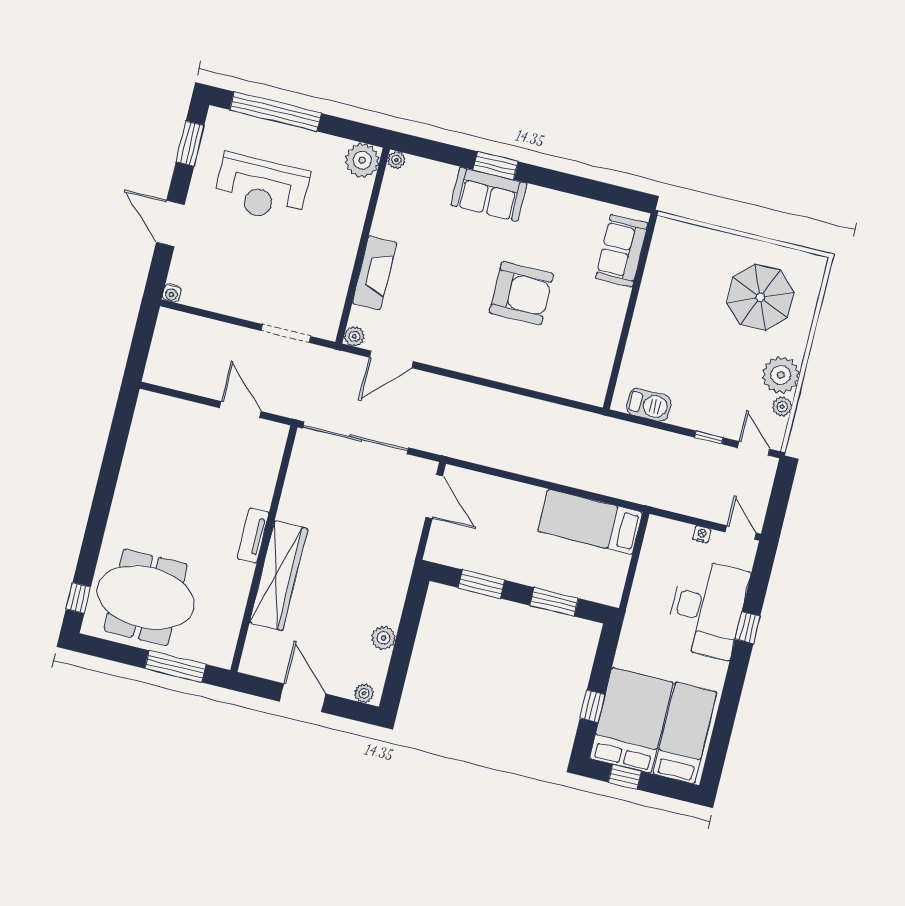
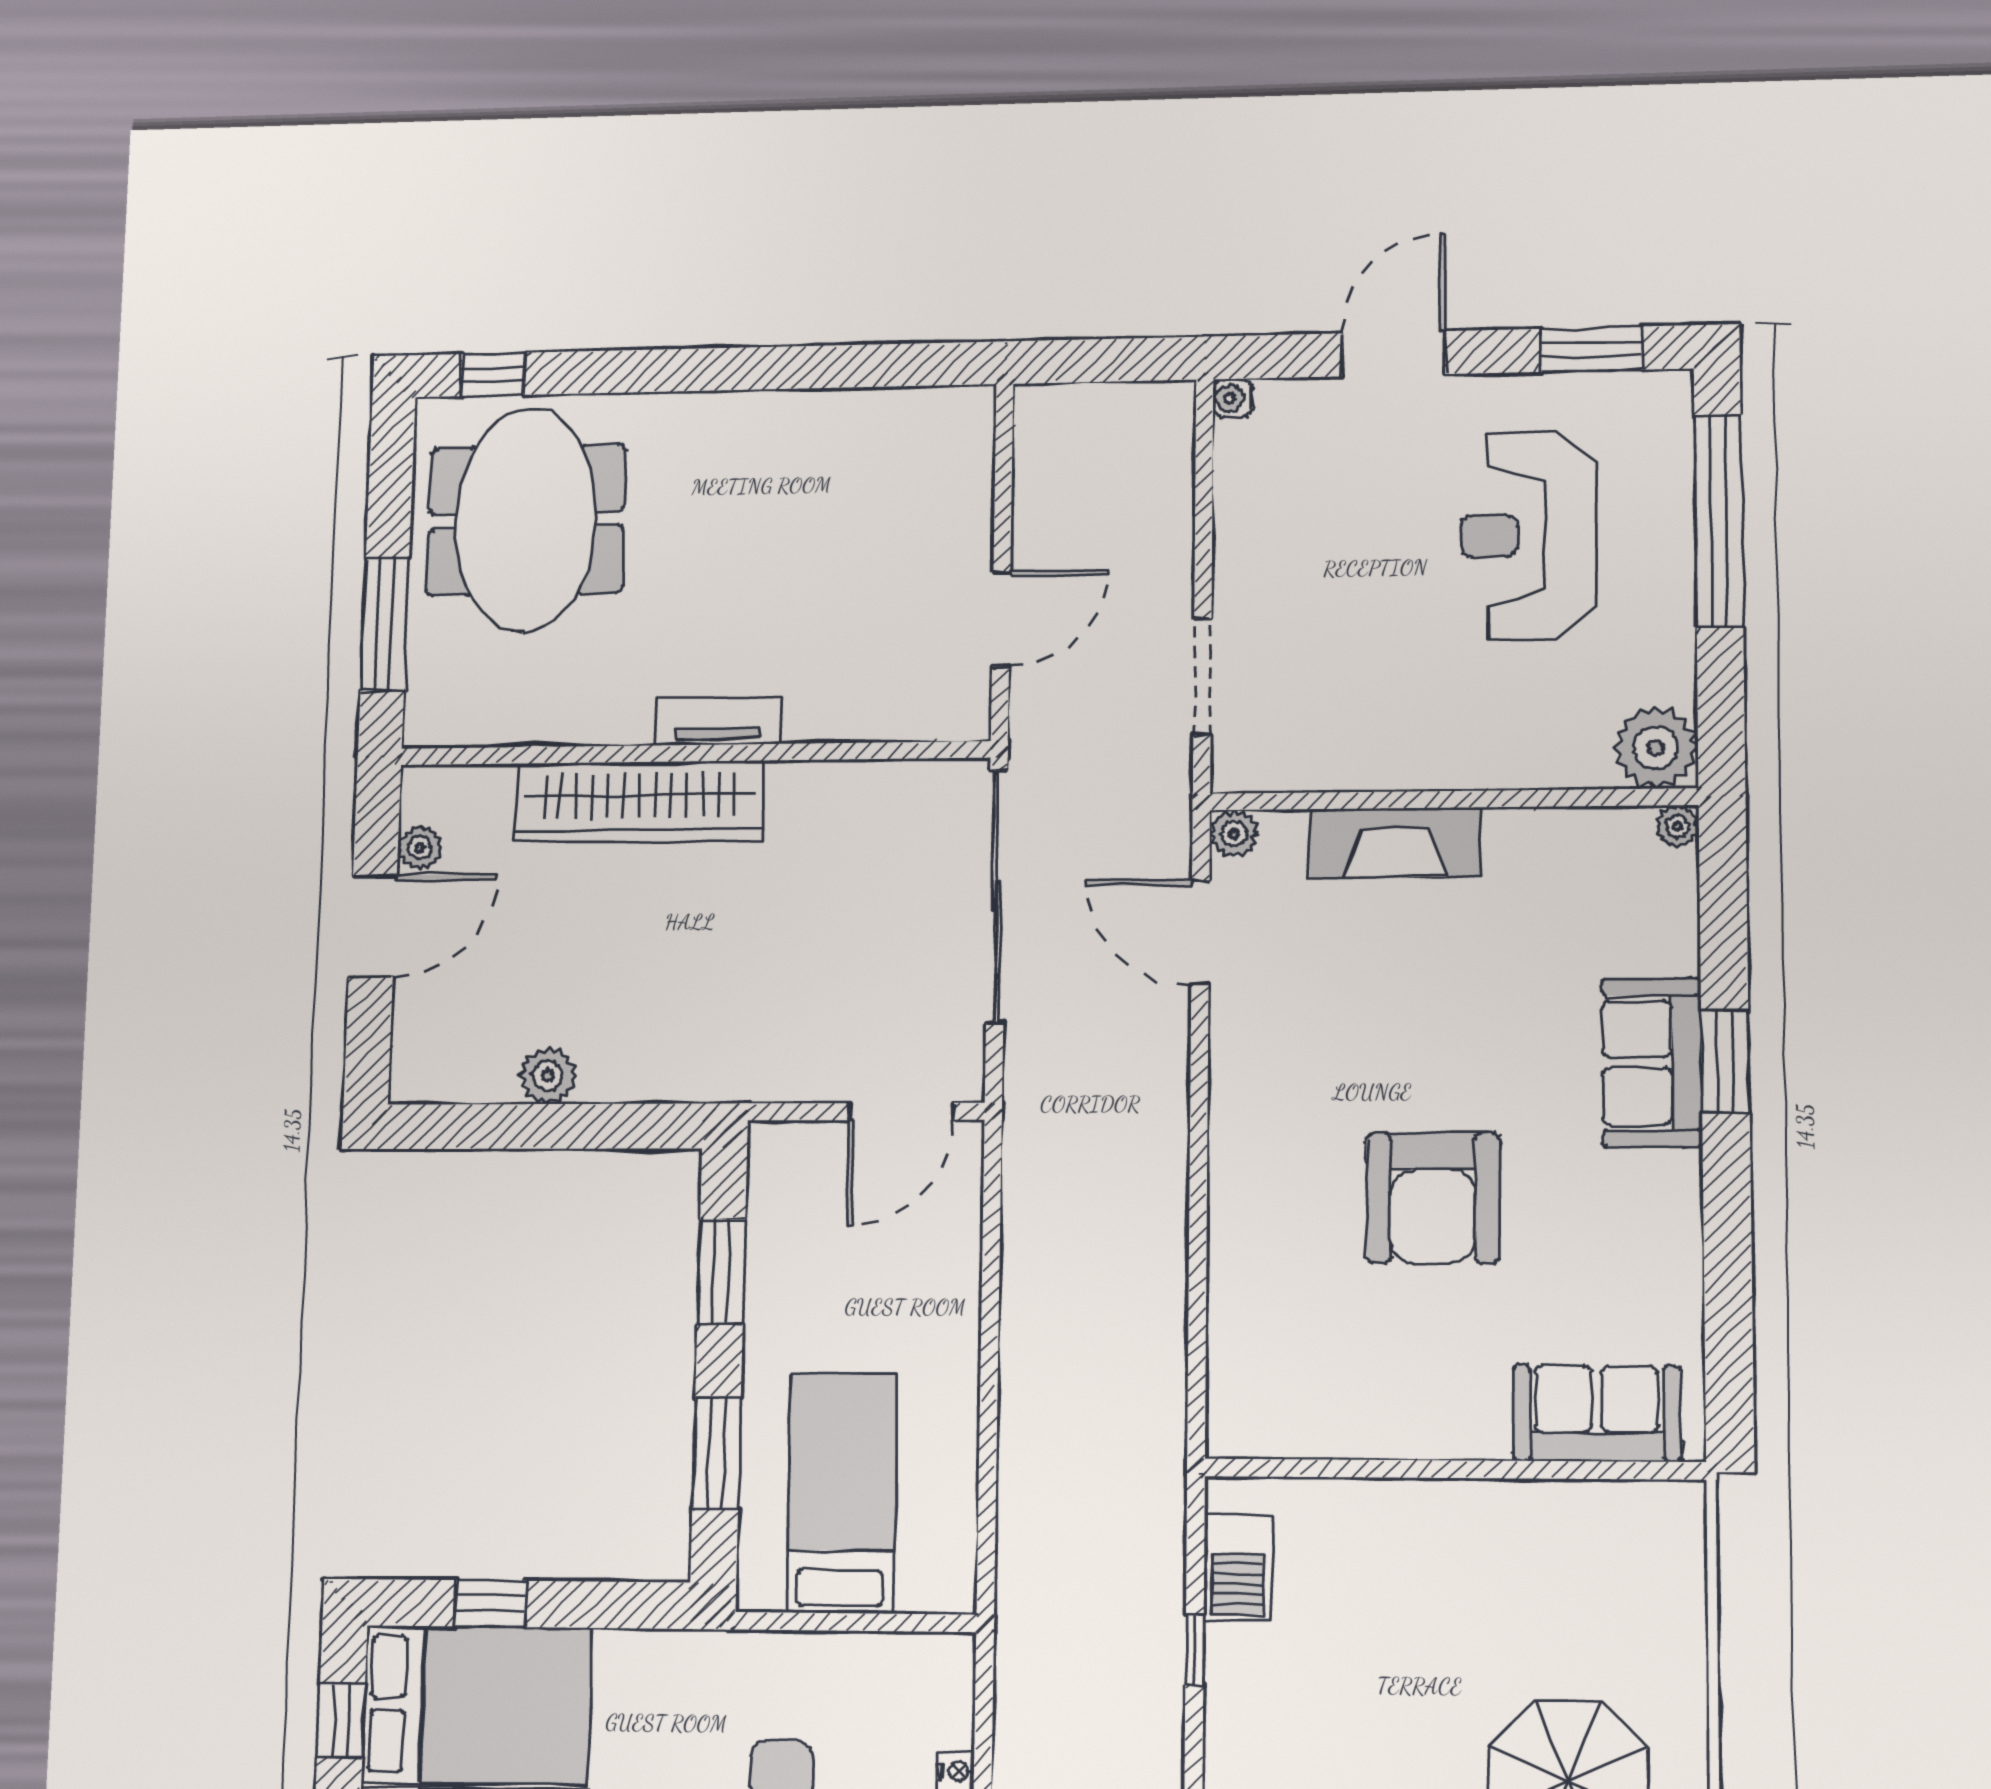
window: (709, 437) -> (1195, 1650), moved
bed: (590, 522) -> (842, 1493), moved
plant: (364, 693) -> (420, 848), moved

